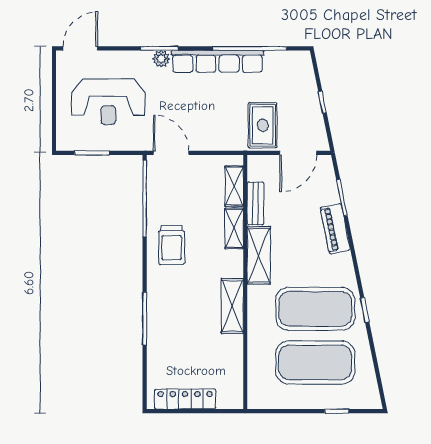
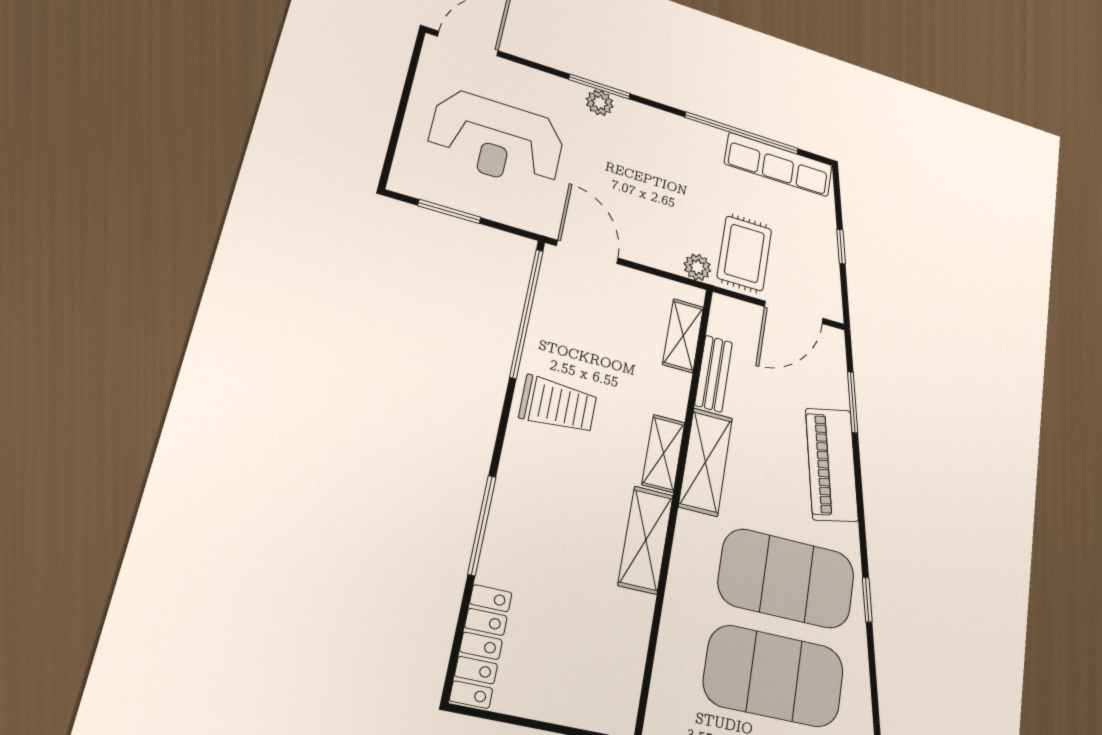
row of seats: (218, 61) -> (779, 165), moved, width x0.73
plant: (236, 143) -> (697, 267), added
shelving: (234, 228) -> (663, 453), moved
piano: (335, 229) -> (832, 465), width x1.37, depth x1.33
trolley: (172, 245) -> (558, 405), turned -90
locker: (185, 399) -> (481, 646), moved, turned 90

